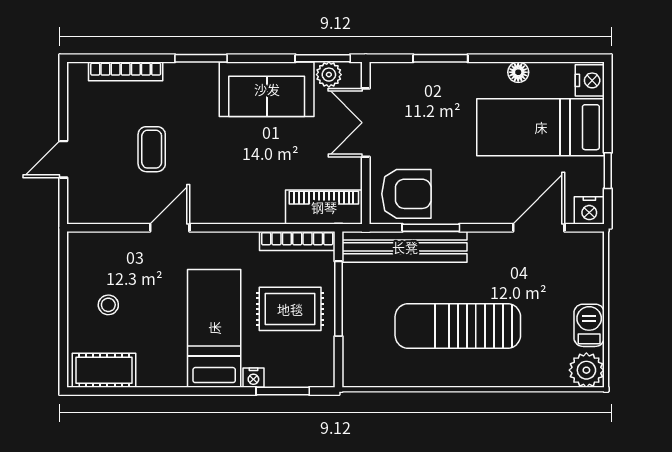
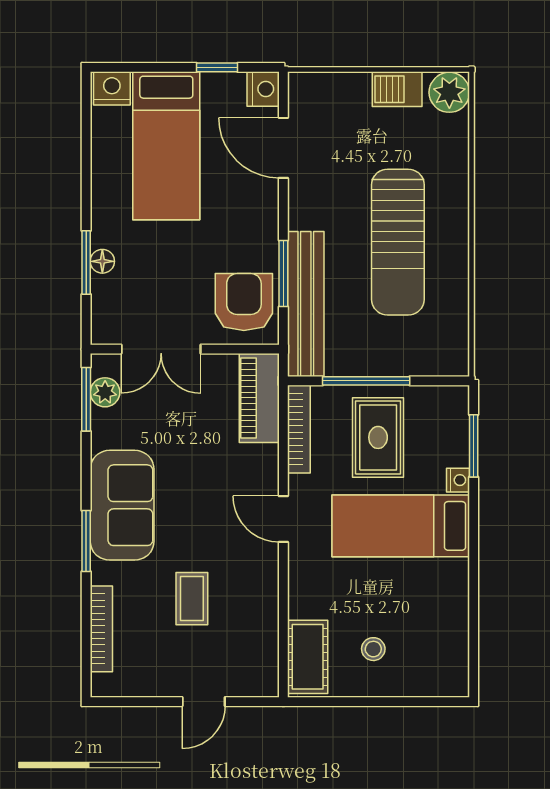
floor lamp: (518, 72) -> (102, 261), moved
sofa: (267, 89) -> (122, 505), moved
coffee table: (152, 149) -> (192, 599), turned 90
door: (63, 159) -> (204, 702), hinge flipped
door: (170, 228) -> (283, 519), moved
cot: (104, 370) -> (308, 657), moved

